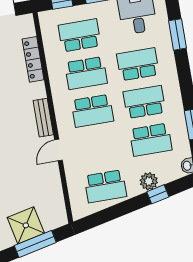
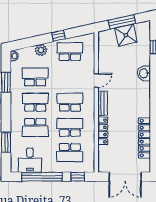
locker: (33, 59) -> (103, 131), moved
school desk: (144, 102) -> (35, 102), turned 180
window: (158, 194) -> (59, 36), moved

